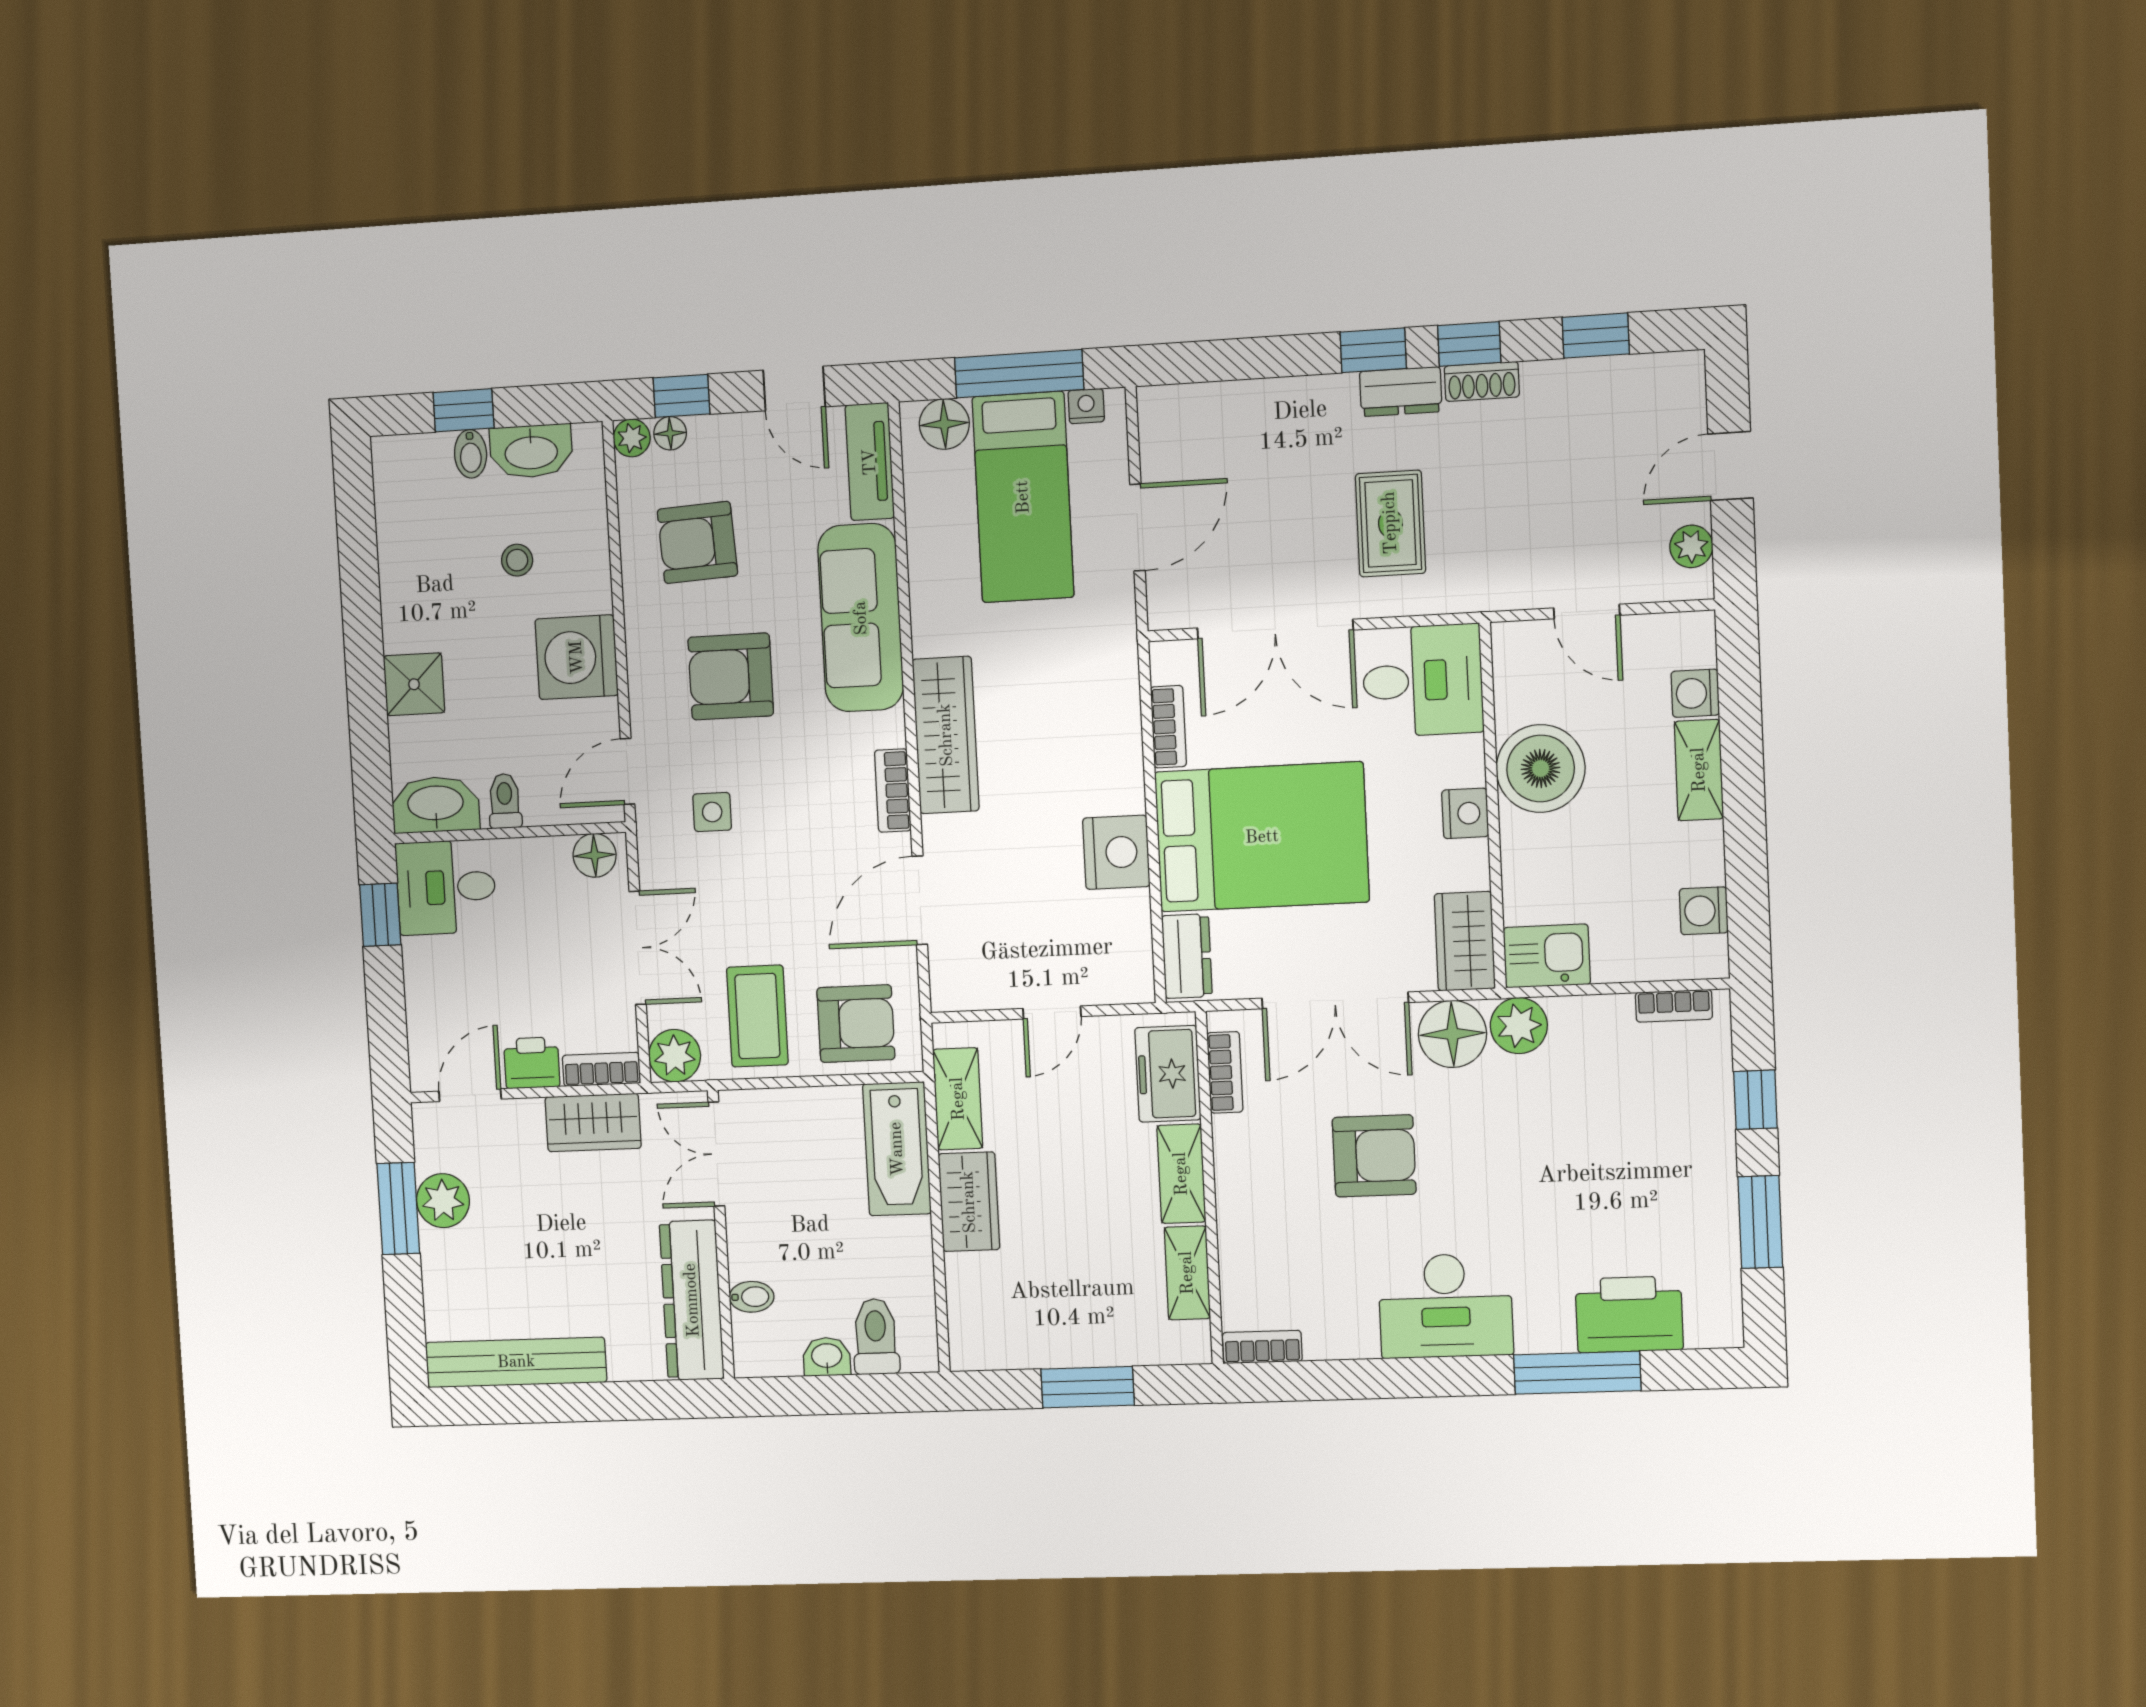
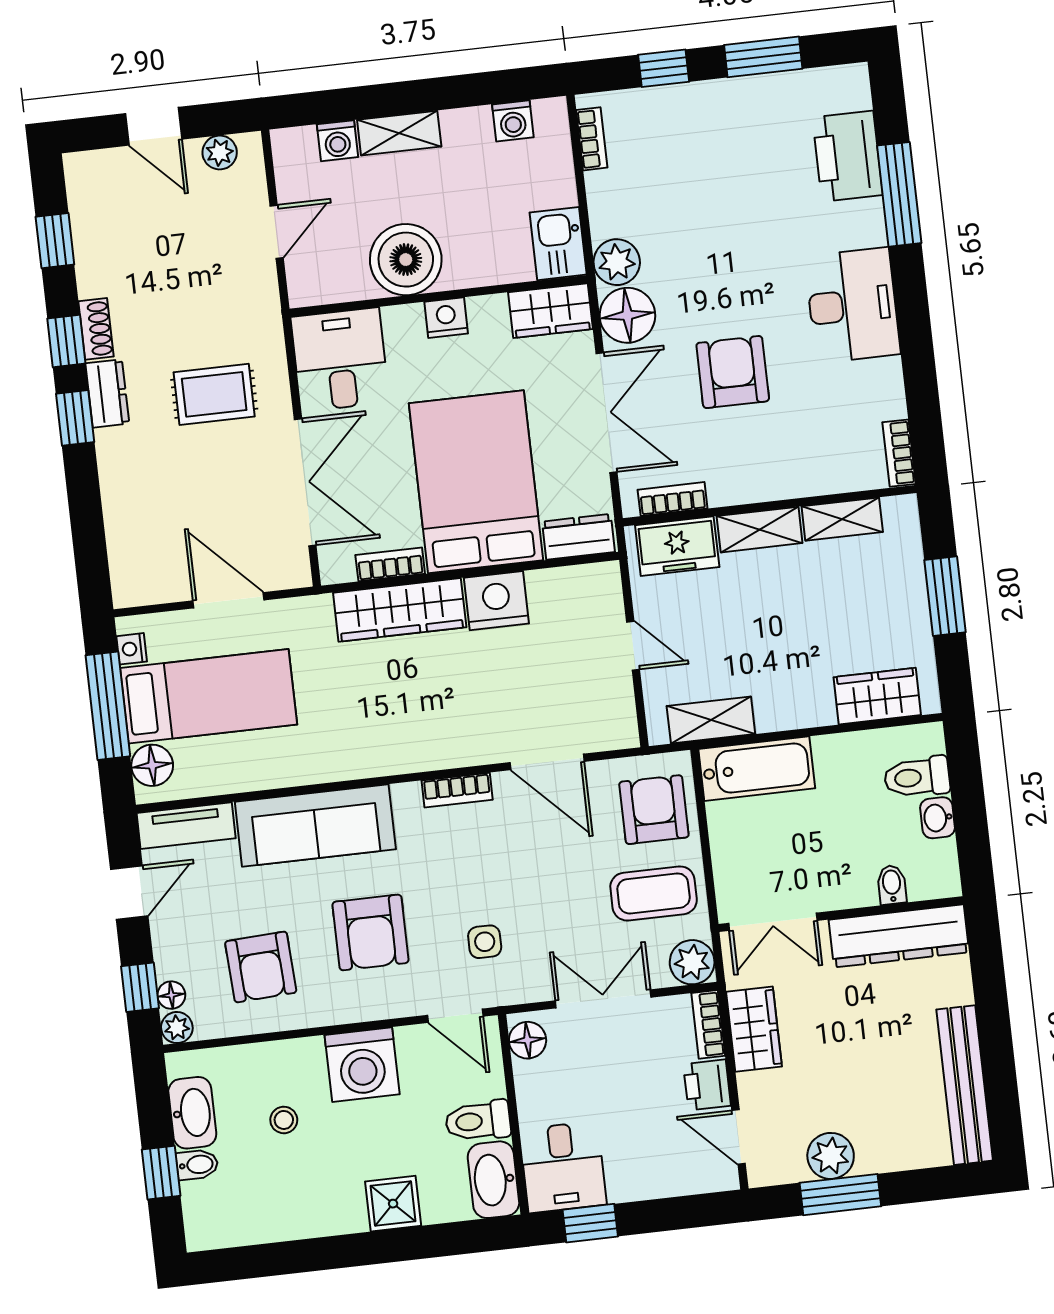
wardrobe: (946, 735) -> (400, 610), moved, turned 180
toilet: (505, 801) -> (478, 1121), width x1.37, depth x1.39
wardrobe: (969, 1202) -> (877, 696), moved

